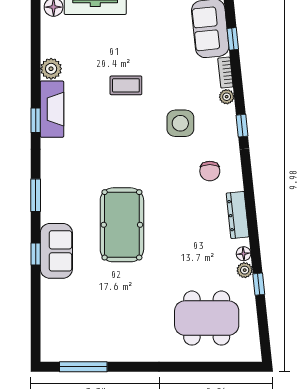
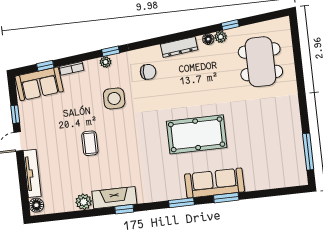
plant: (227, 97) -> (105, 62), moved
sofa: (56, 251) -> (215, 183), width x1.36
window: (36, 254) -> (226, 198), width x1.50

